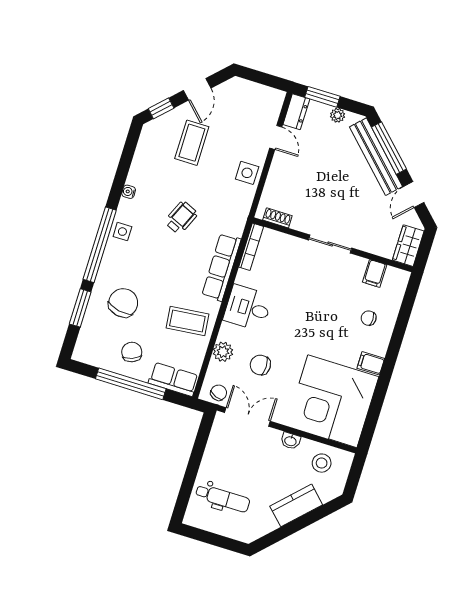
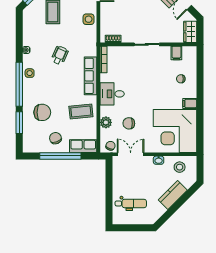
chair: (123, 303) -> (42, 112), turned 79

